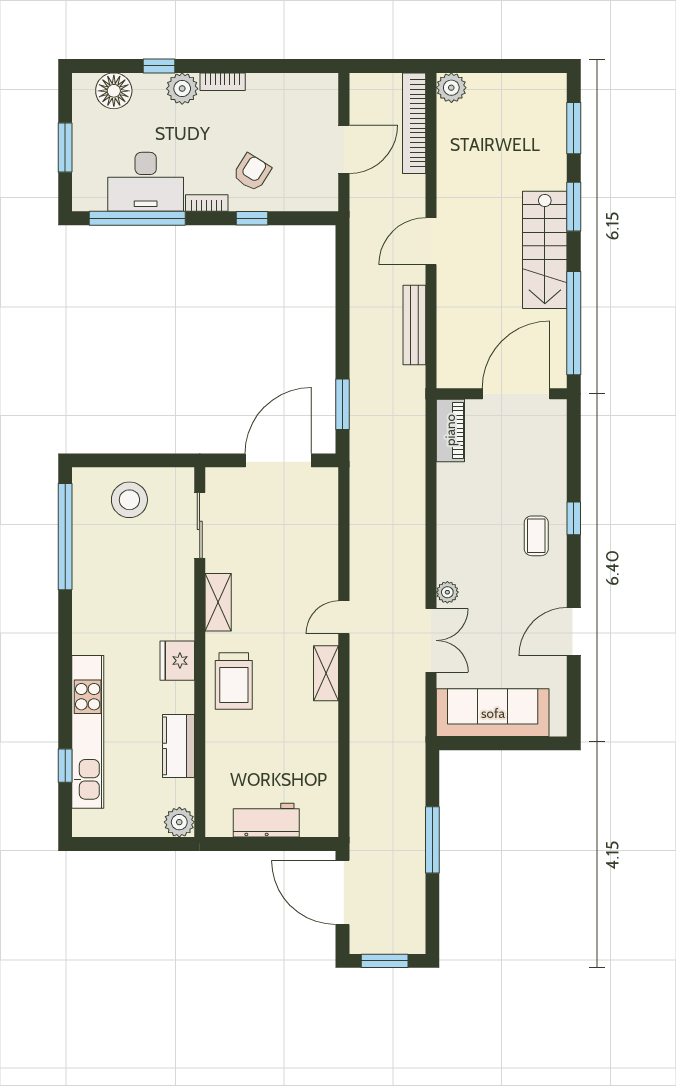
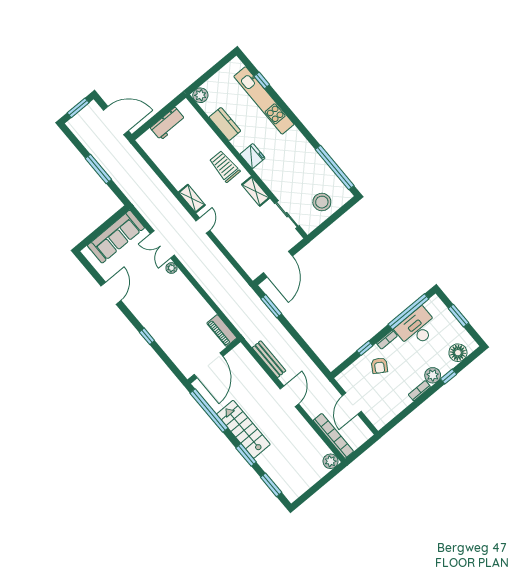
coffee table: (536, 536) -> (156, 318), removed

